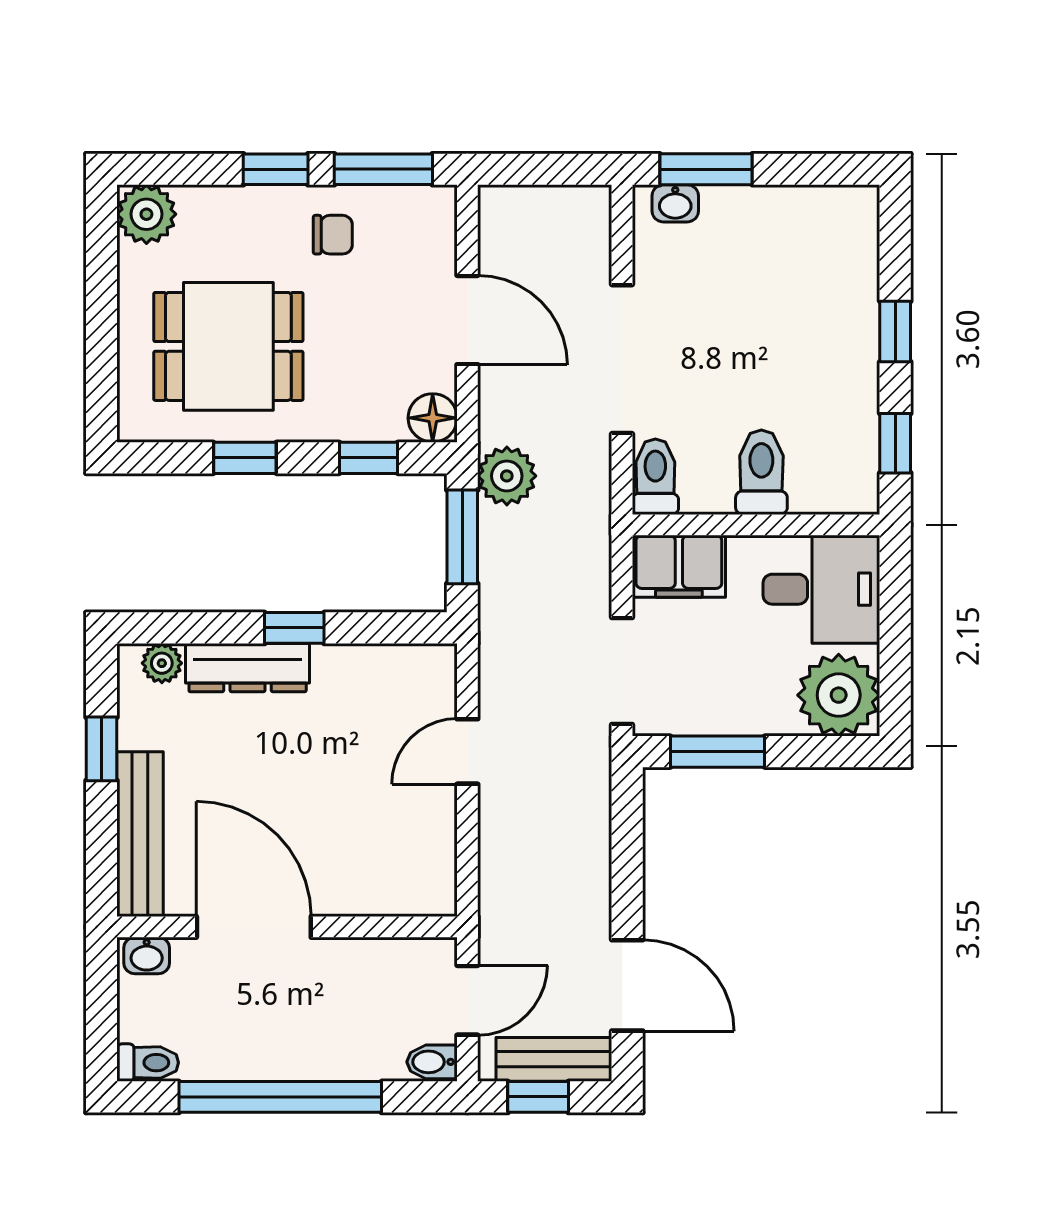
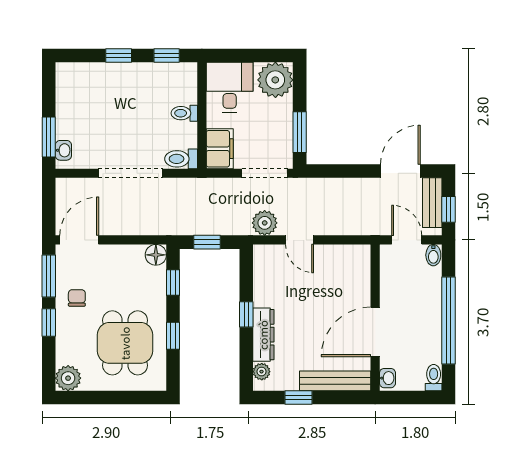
door: (467, 320) -> (79, 240), moved
toilet: (761, 472) -> (184, 113), width x0.73, depth x0.72
plant: (507, 476) -> (265, 223), moved
window: (462, 537) -> (207, 242), width x0.67

